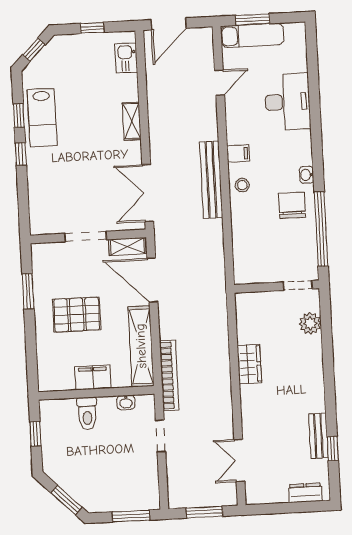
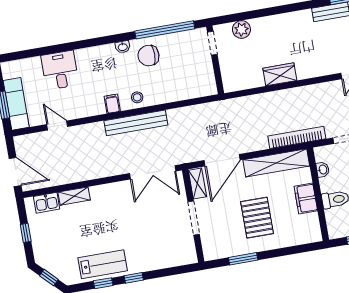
desk: (288, 102) -> (60, 70), width x0.73
shelving: (132, 121) -> (74, 196), moved

